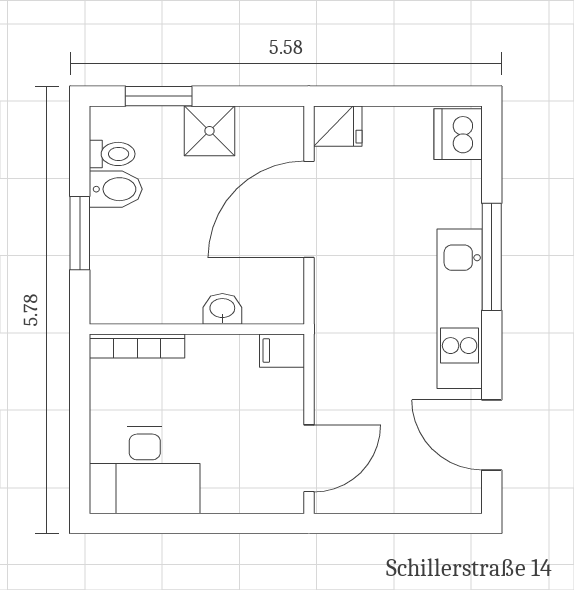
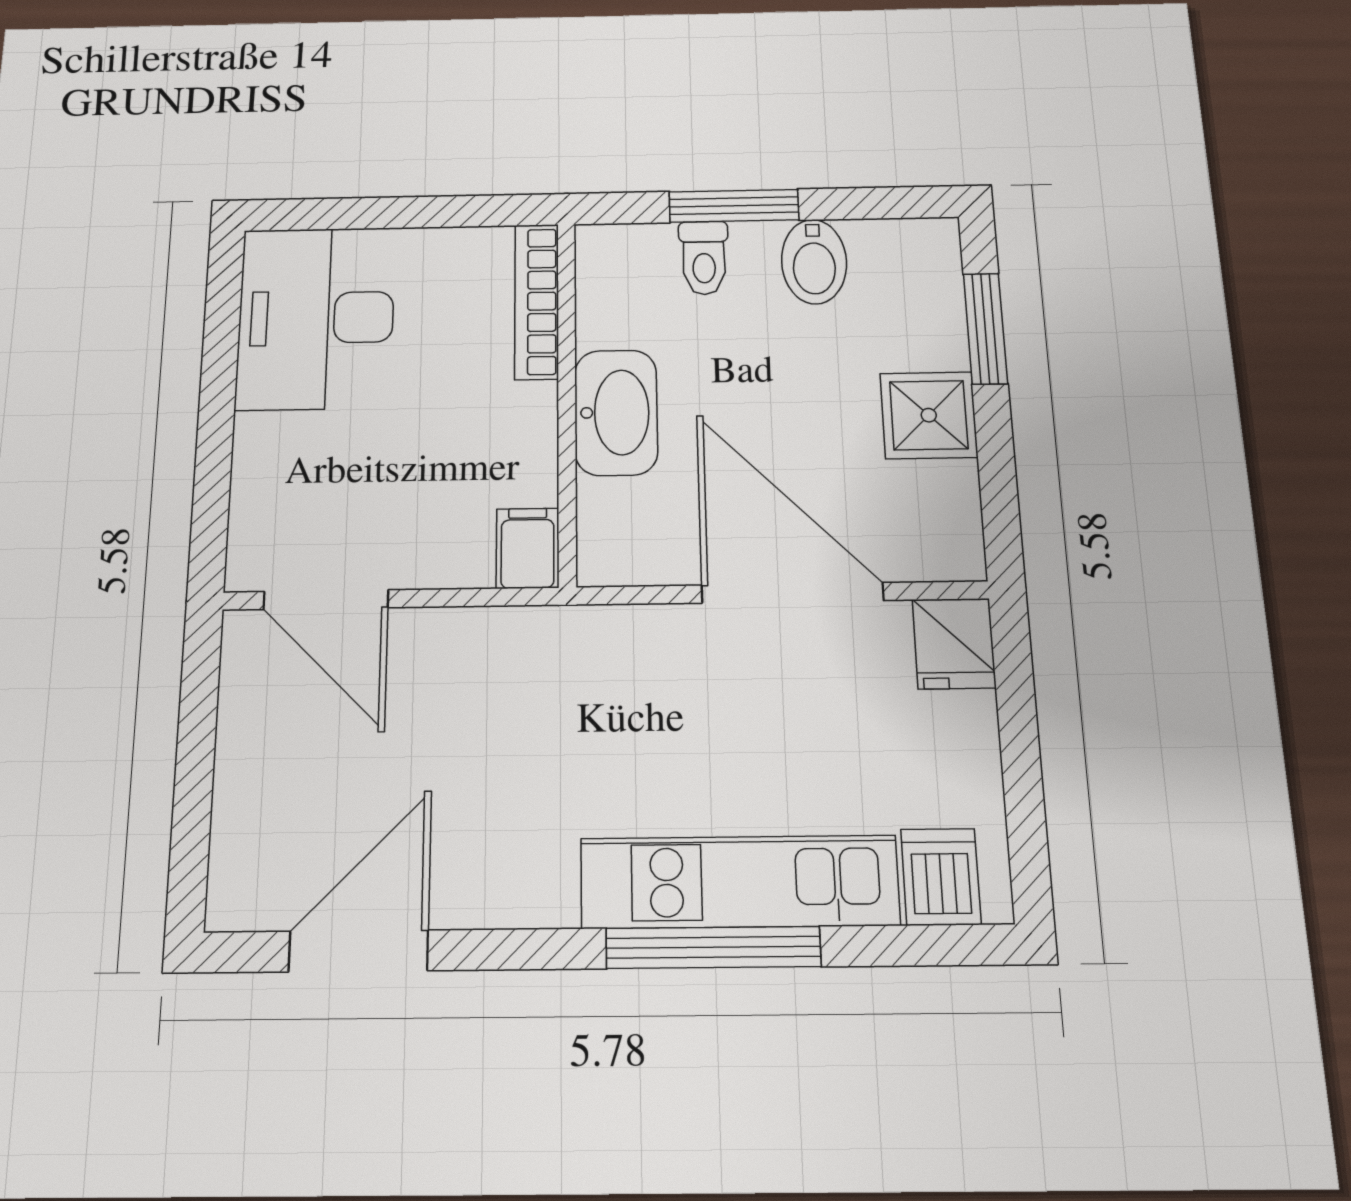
dishwasher: (458, 134) -> (941, 877), width x0.73
toilet: (112, 154) -> (704, 258), moved
washbasin: (222, 309) -> (616, 412), width x1.91, depth x1.45
kitchen unit: (460, 309) -> (739, 882), moved

